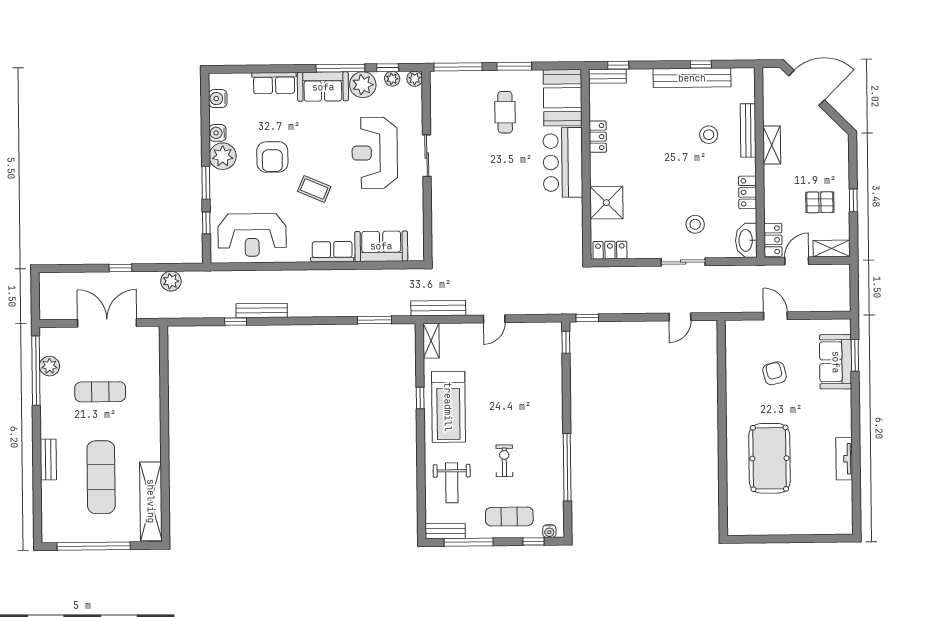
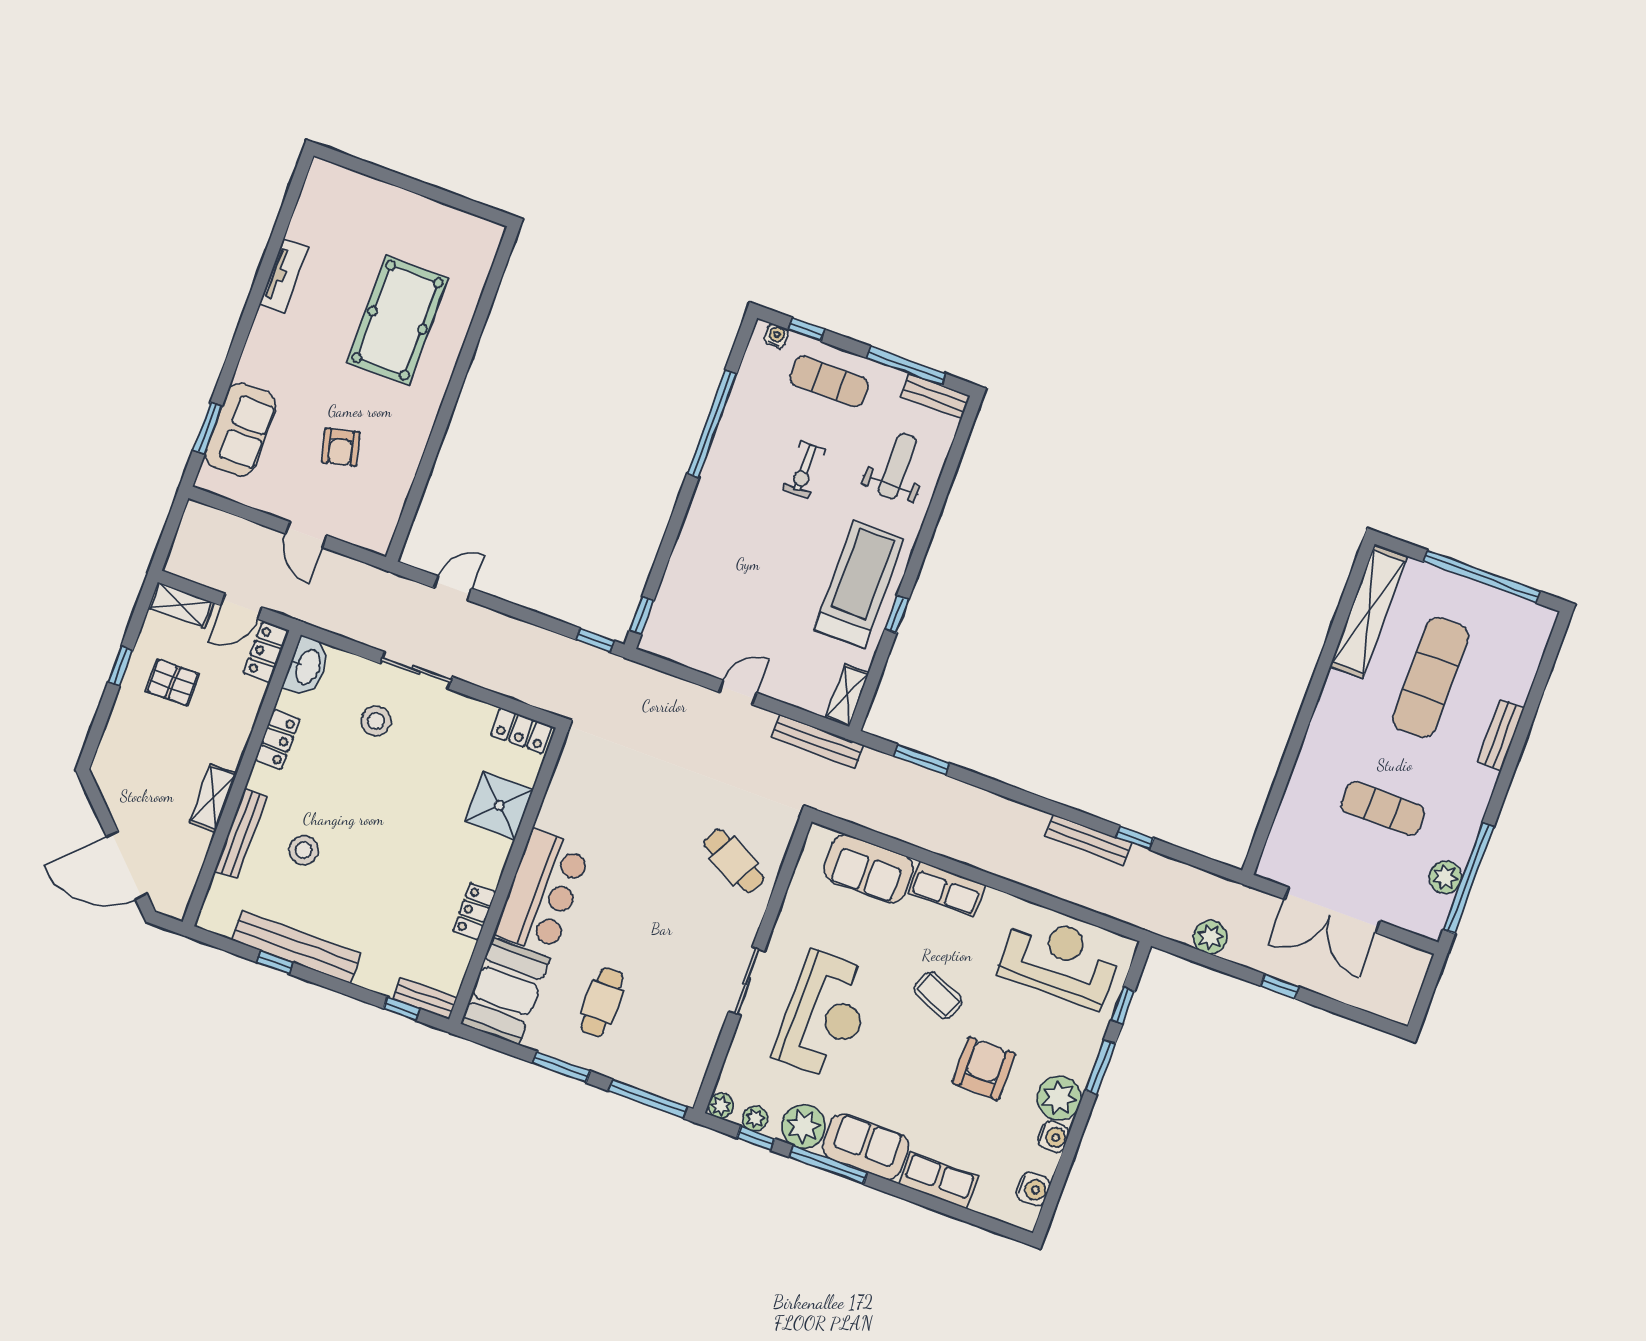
cafe table: (460, 221) -> (734, 861), added

